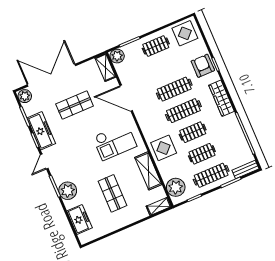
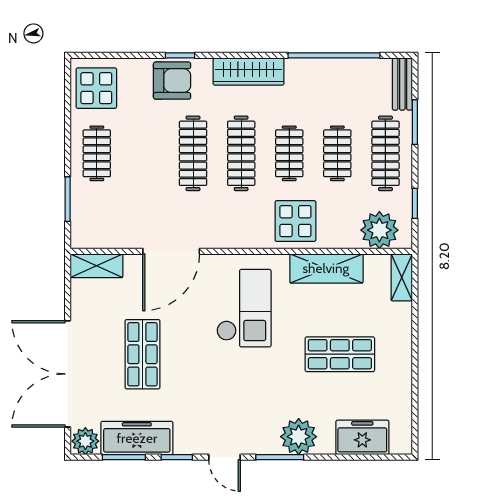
plant: (117, 56) -> (84, 234), removed
armchair: (203, 66) -> (172, 81), turned 180
freezer: (41, 131) -> (137, 438), moved

